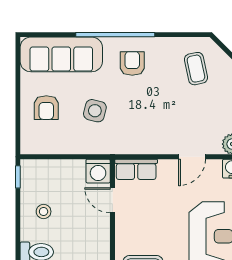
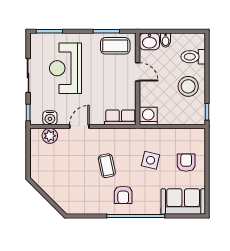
sofa: (61, 54) -> (183, 201), width x0.73
coffee table: (196, 69) -> (107, 166), moved
door: (112, 200) -> (138, 72), moved
stool: (44, 212) -> (188, 86), width x1.89, depth x1.89

